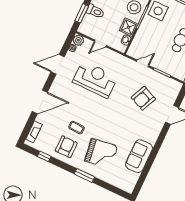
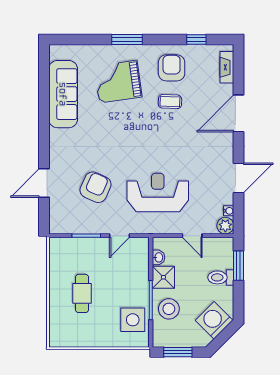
door: (100, 43) -> (192, 236), swing flipped
reception desk: (95, 79) -> (158, 192), moved, turned 180
armchair: (66, 147) -> (172, 68), turned 180
sofa: (139, 156) -> (63, 94), width x1.36

